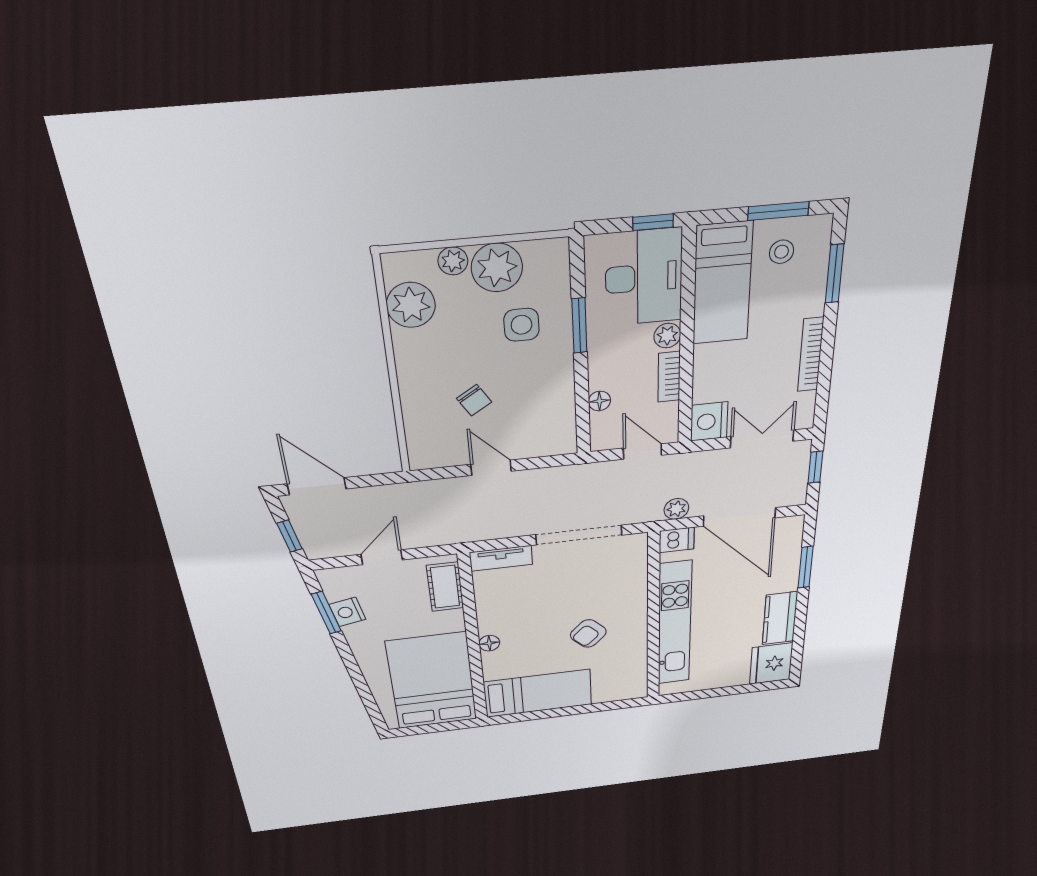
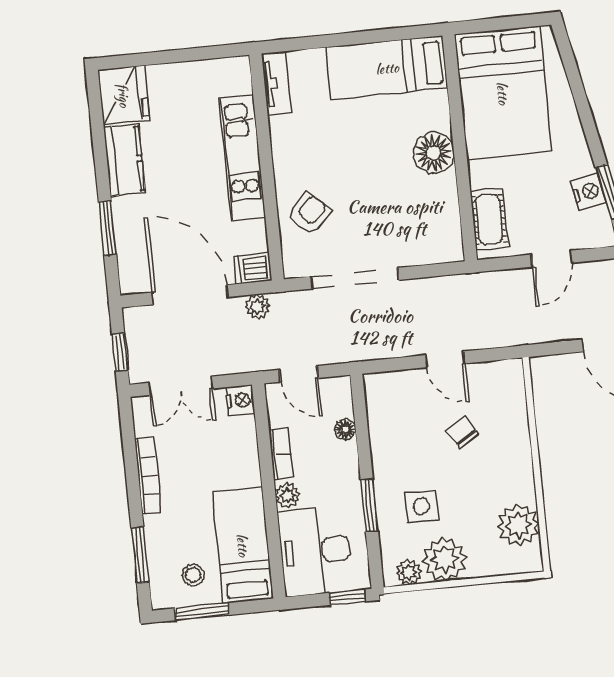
window: (653, 222) -> (347, 597), moved
plant: (453, 261) -> (409, 572), moved
nightstand: (709, 421) -> (240, 400), width x0.74, depth x0.75
tv unit: (501, 558) -> (276, 83), moved, turned 90
kitchen unit: (675, 624) -> (242, 158), width x0.73
armchair: (588, 633) -> (309, 213), moved
floor lamp: (489, 643) -> (434, 153), width x1.89, depth x1.89

